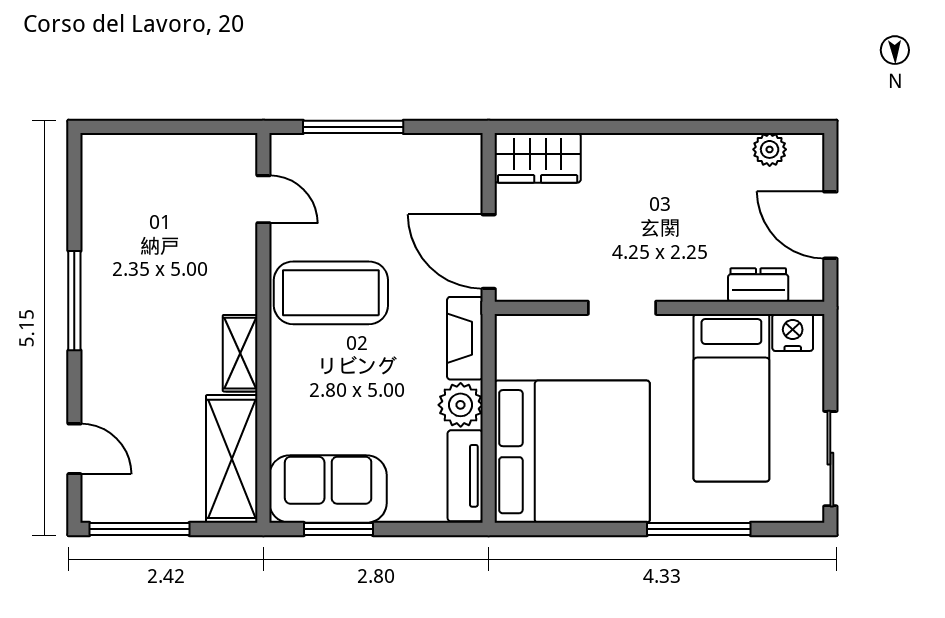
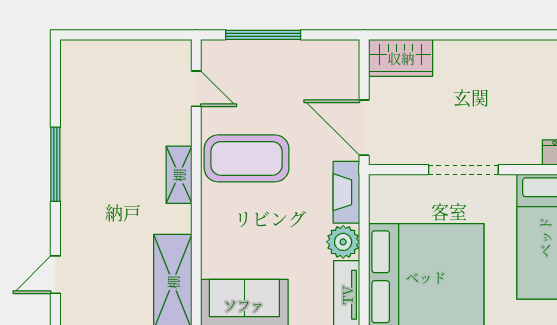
doorway: (622, 308) -> (463, 170), width x1.38
shelving: (240, 353) -> (179, 175), moved
door: (74, 449) -> (55, 275), swing flipped

